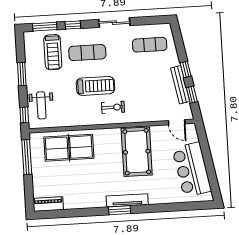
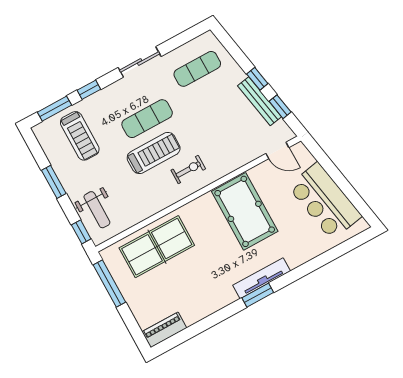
exercise mat: (87, 53) -> (147, 119), moved

